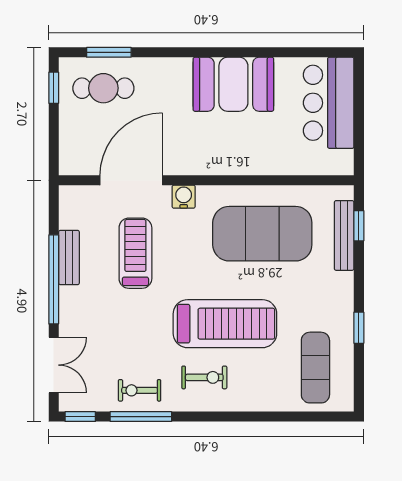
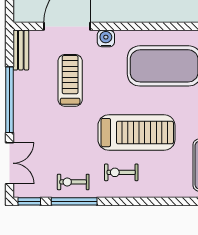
bench: (69, 257) -> (21, 50), moved
exercise bike: (204, 377) -> (121, 172), turned 180

